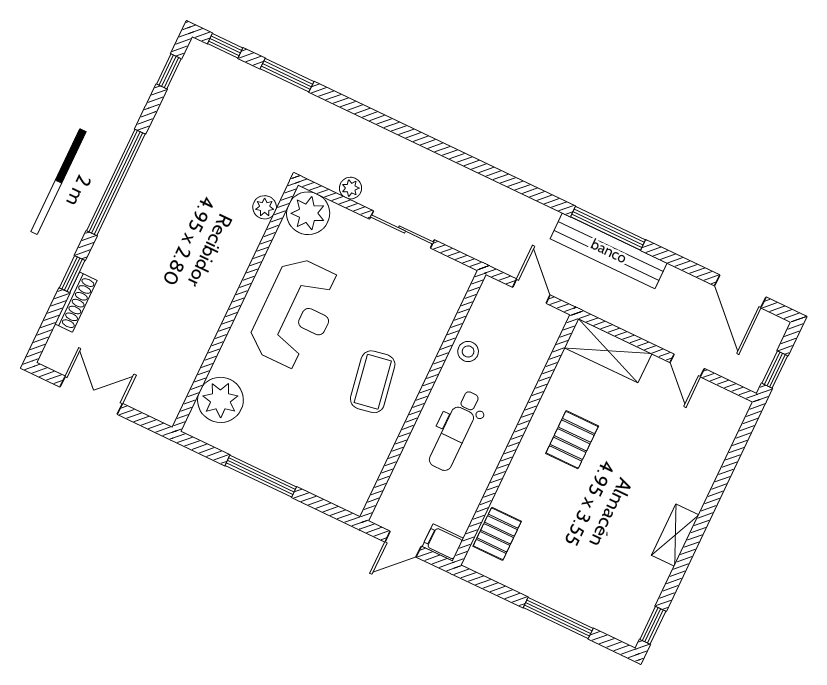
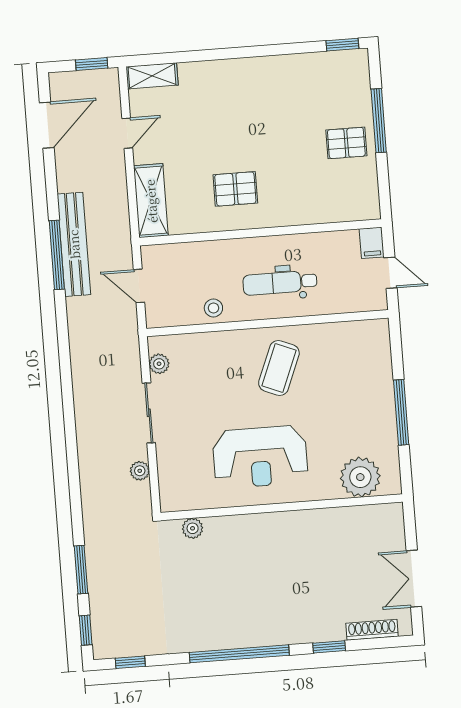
plant: (308, 213) -> (159, 364), moved, width x0.53, depth x0.53
door: (531, 291) -> (139, 286), hinge flipped
shoe rack: (76, 302) -> (372, 630), moved
reception desk: (296, 313) -> (260, 457), turned 180
coffee table: (373, 382) -> (279, 368), turned -58
dental chair: (455, 431) -> (280, 283), turned 180
pallet: (497, 534) -> (346, 143), moved
shelving: (675, 535) -> (152, 76), moved

